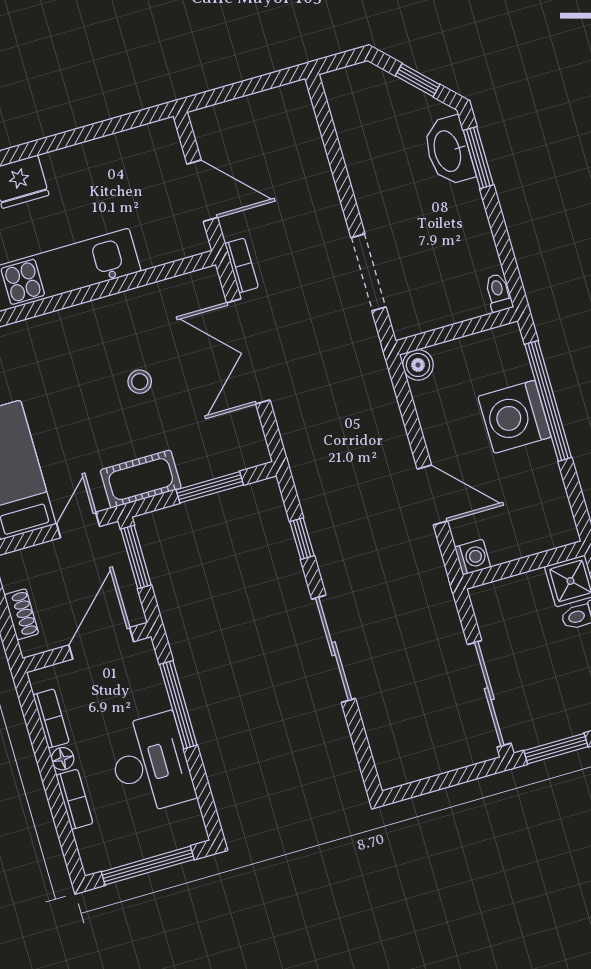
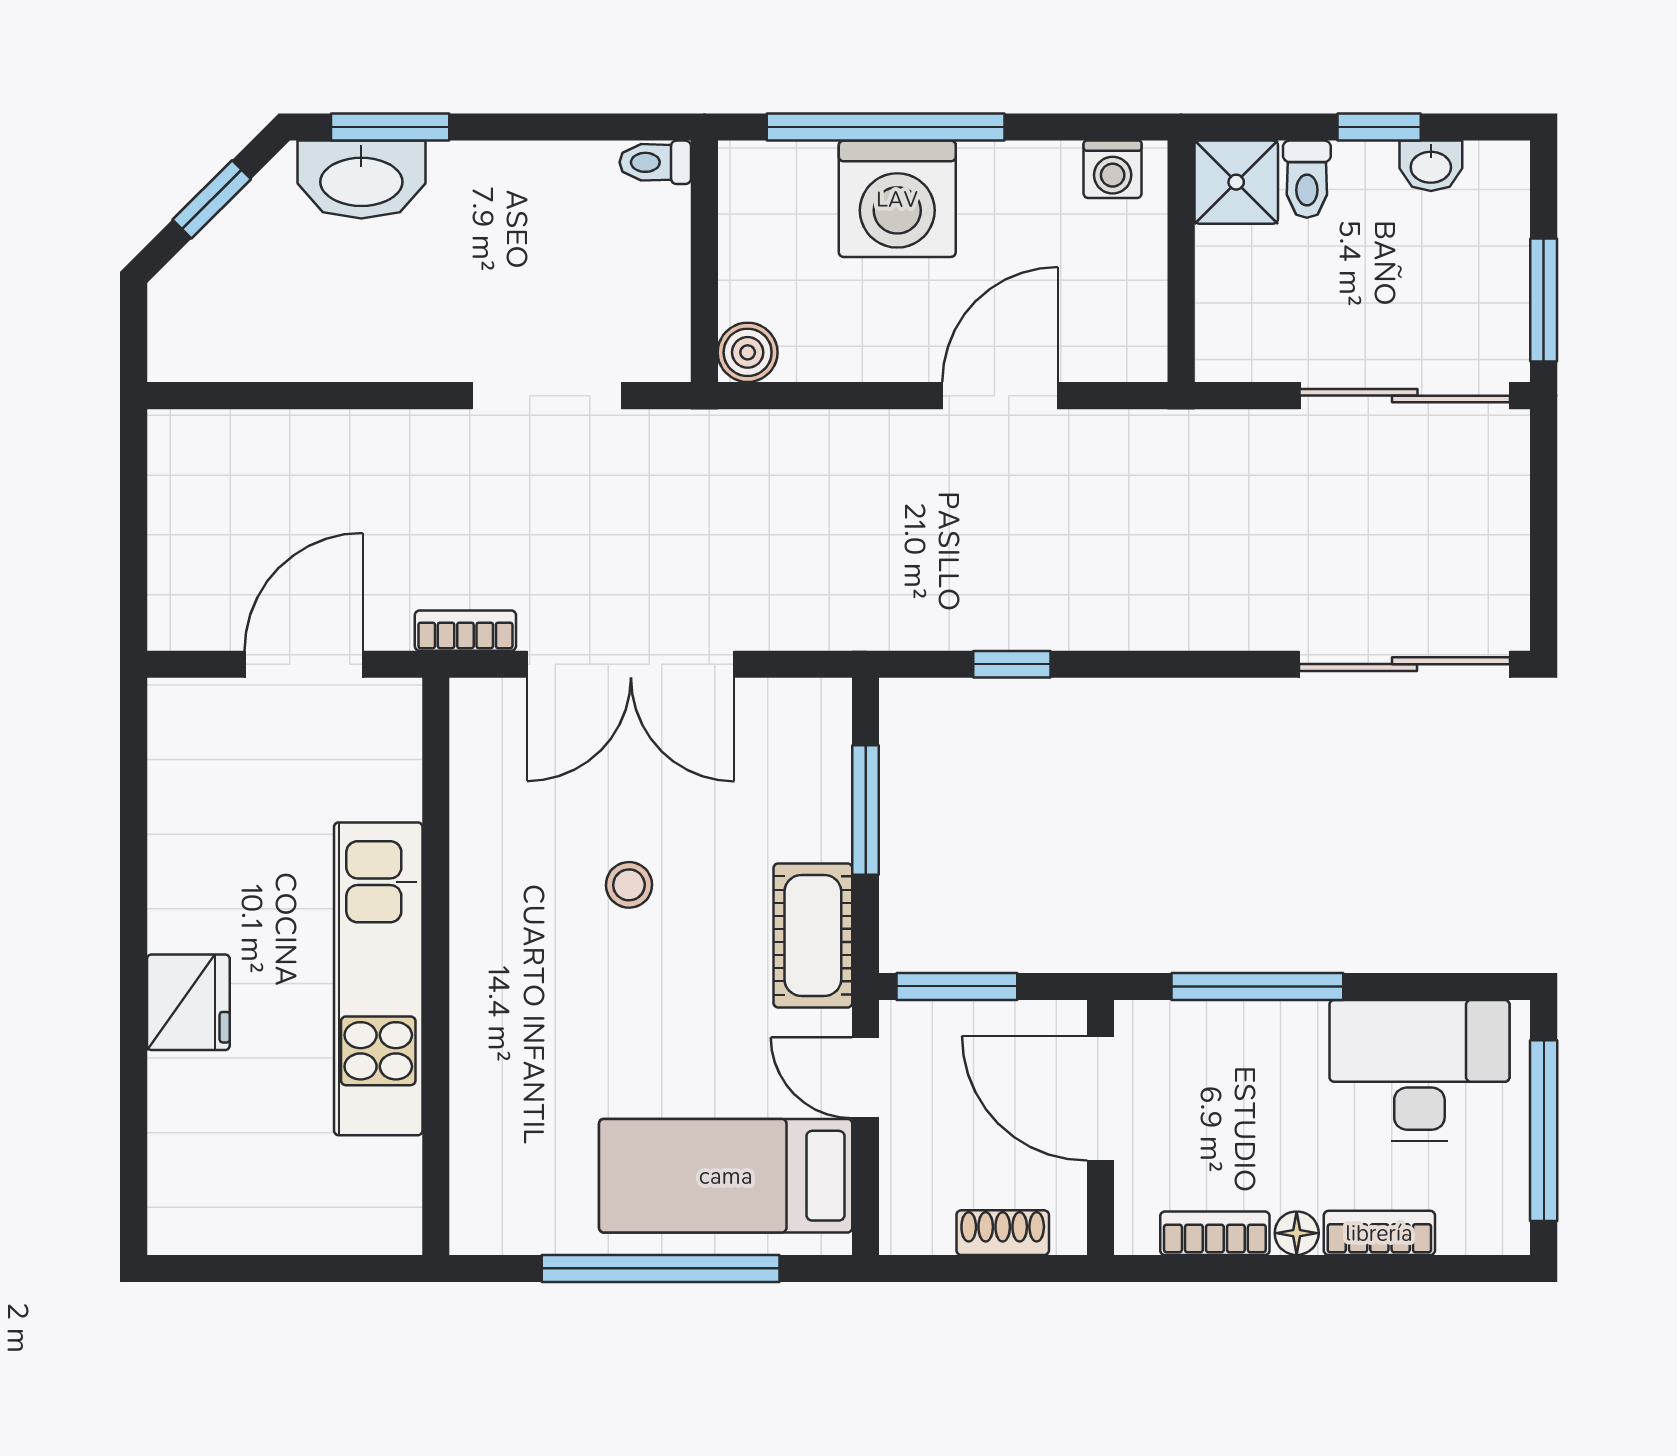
washing machine: (473, 557) -> (1113, 169), moved, turned 180
sliding door: (334, 649) -> (1405, 664), moved
desk: (150, 764) -> (1419, 1071), moved

